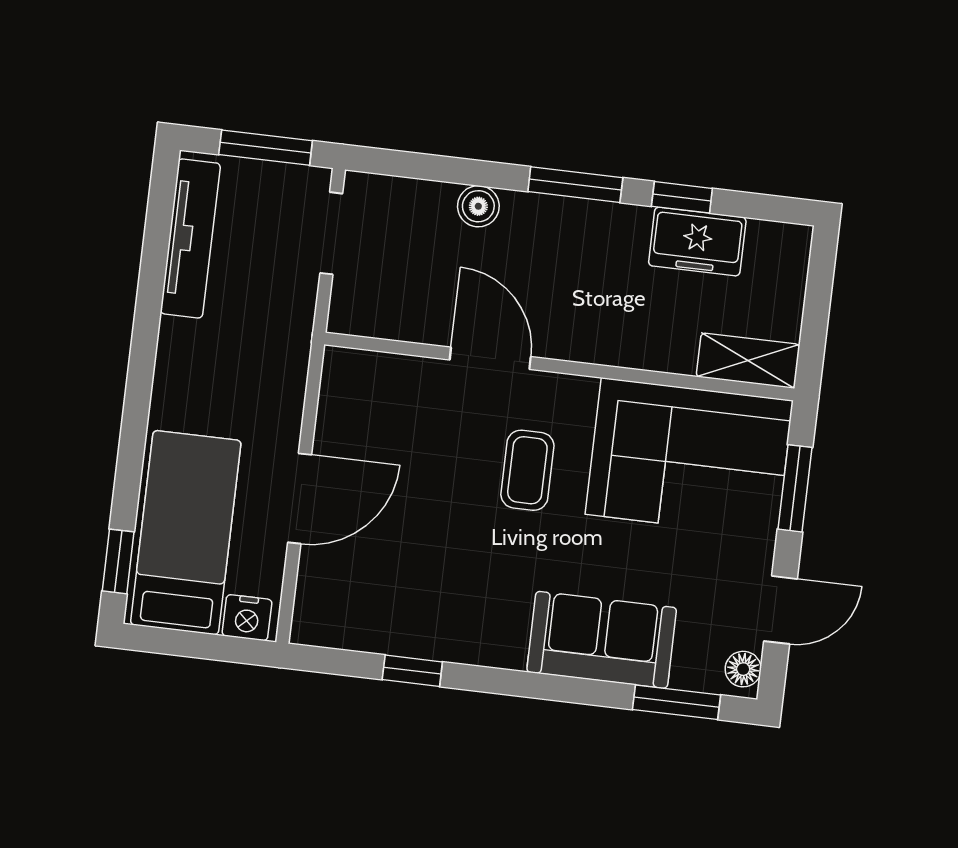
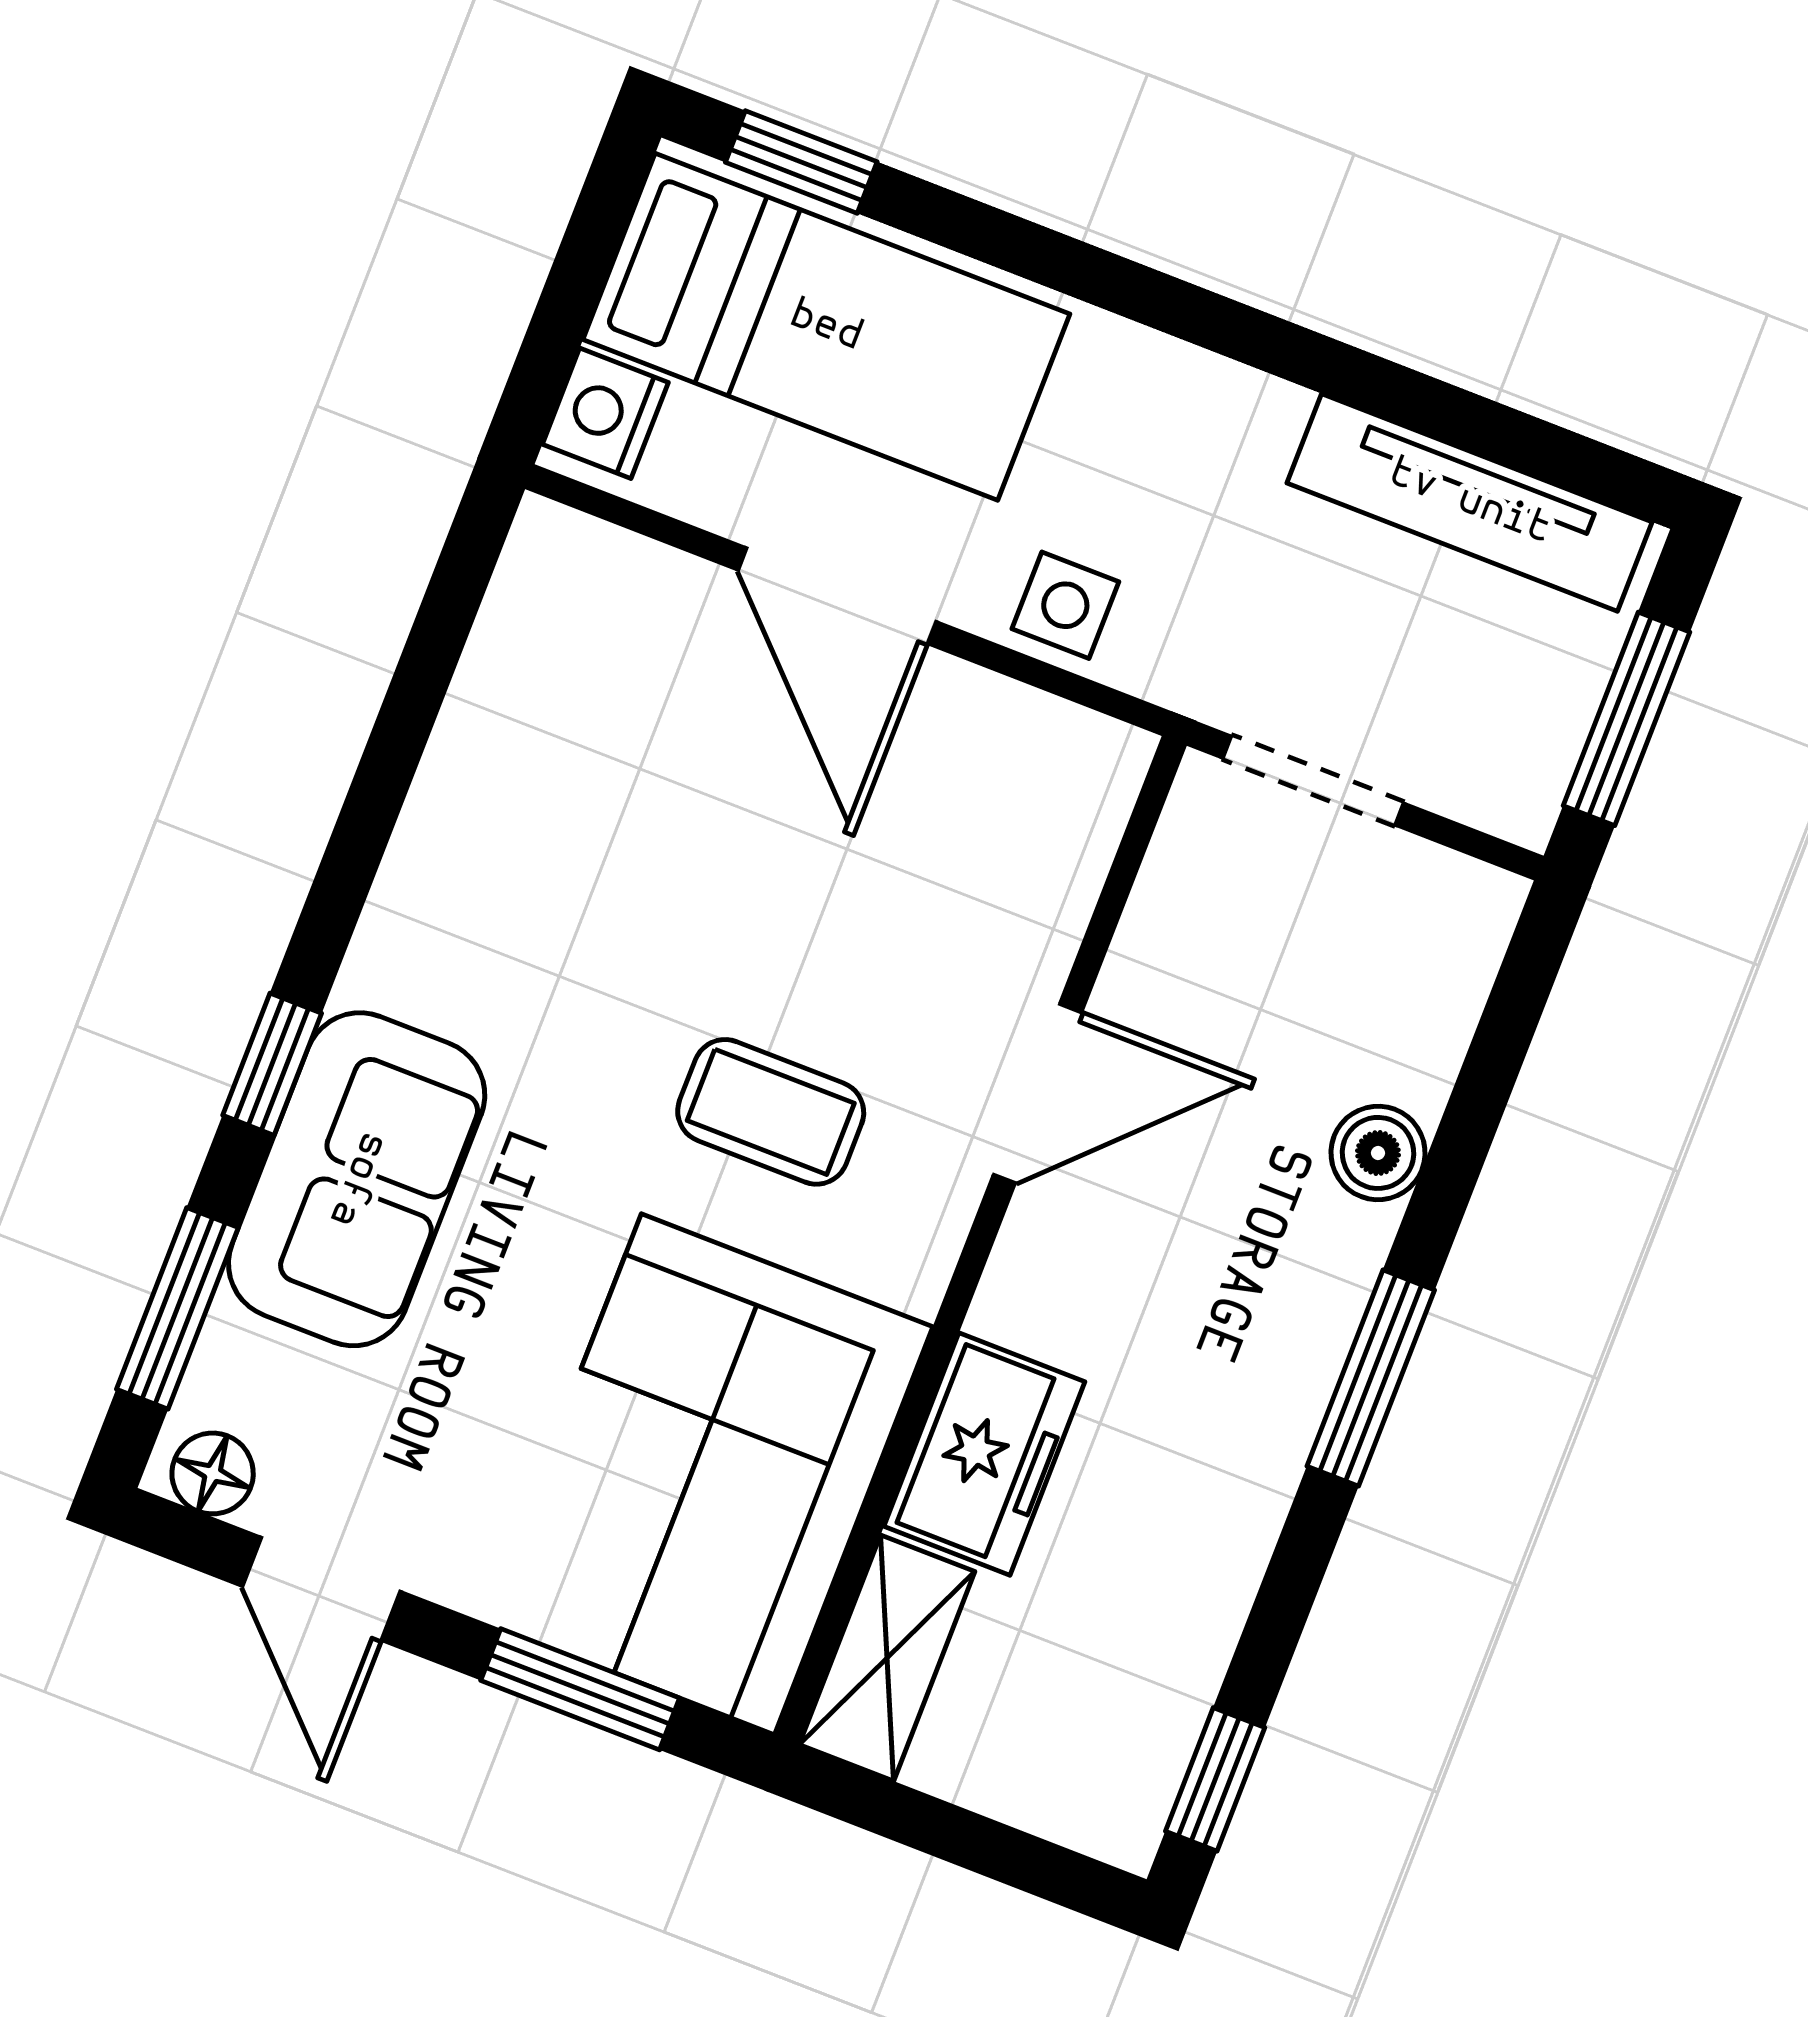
window: (682, 197) -> (1215, 1779), moved
doorway: (331, 233) -> (1313, 781), moved
freezer: (697, 242) -> (984, 1454), moved, turned 180
side table: (279, 400) -> (1065, 605), added
window: (412, 671) -> (272, 1064), moved

